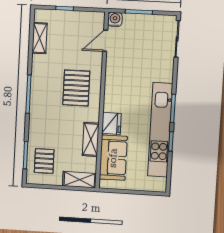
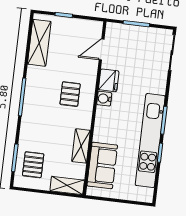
water cooler: (115, 19) -> (104, 99), moved, turned -90
shelving: (40, 38) -> (39, 43), width x1.50, depth x1.33
pallet: (76, 88) -> (70, 94), width x0.67, depth x0.71
fridge: (111, 123) -> (109, 80), moved

